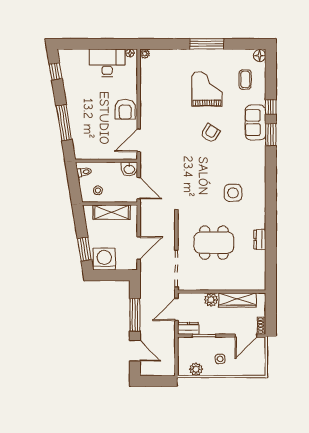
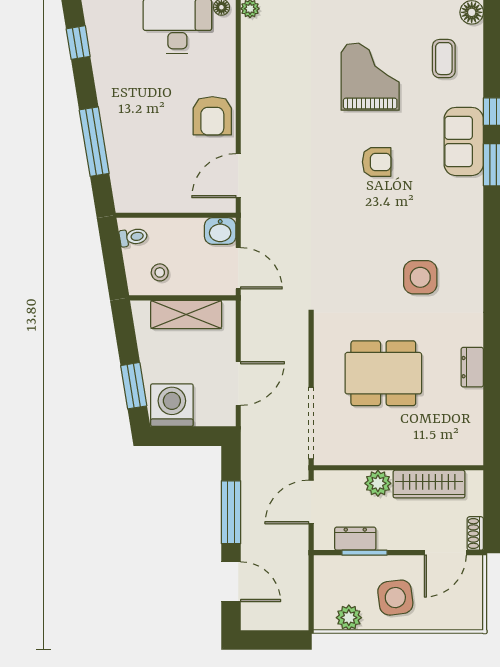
armchair: (210, 133) -> (377, 162), turned 57
dresser: (188, 328) -> (355, 539), moved
side table: (220, 359) -> (395, 598), width x1.87, depth x1.87

